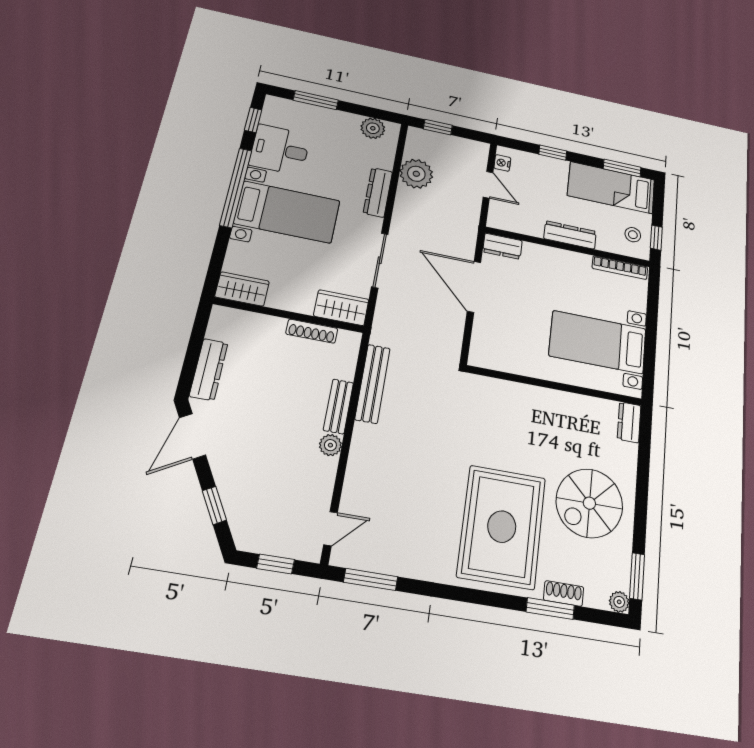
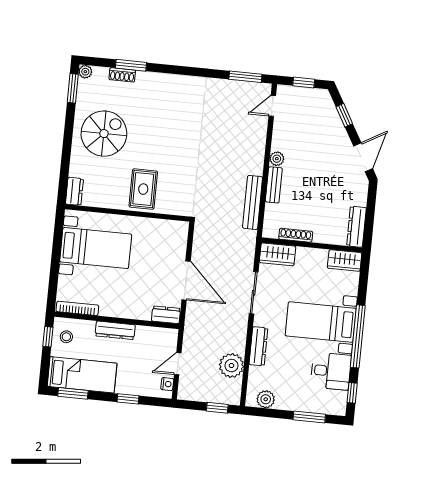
door: (488, 185) -> (178, 364), hinge flipped
dresser: (209, 369) -> (356, 227), moved
rug: (502, 527) -> (143, 189), moved, width x0.54, depth x0.49

